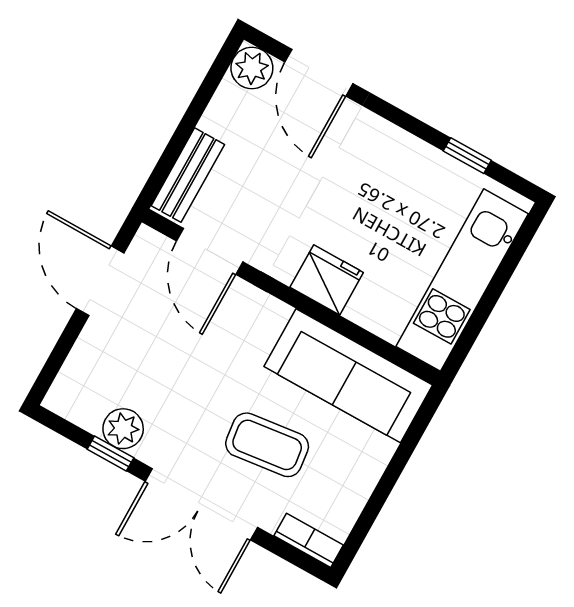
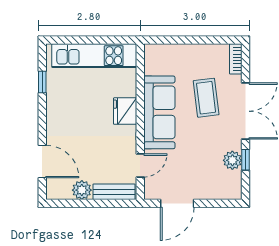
plant: (252, 68) -> (82, 190), moved
door: (319, 73) -> (42, 162), hinge flipped
door: (210, 251) -> (140, 165), width x0.73
sofa: (348, 376) -> (159, 112), moved

